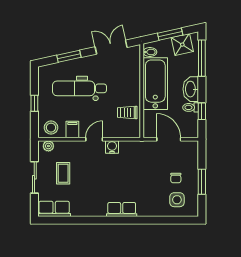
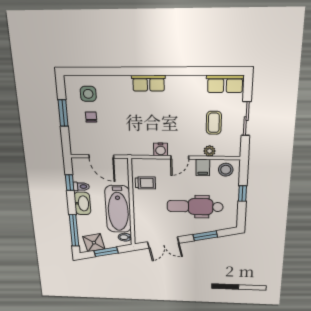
dental chair: (79, 88) -> (195, 207), turned 180
plant: (48, 146) -> (210, 151), moved

